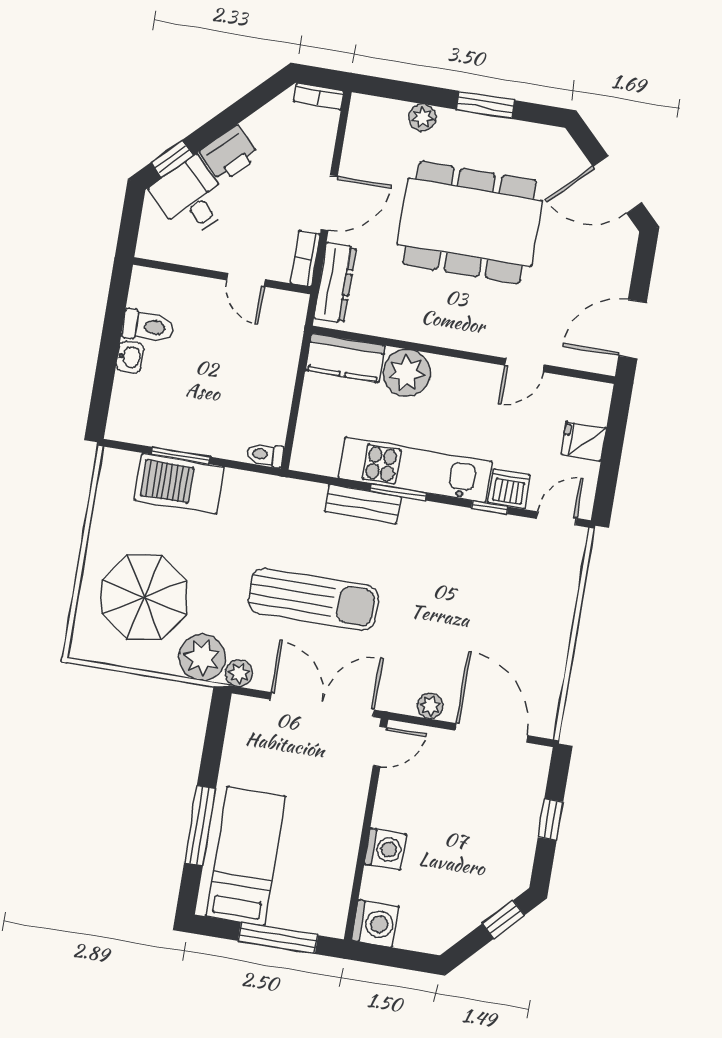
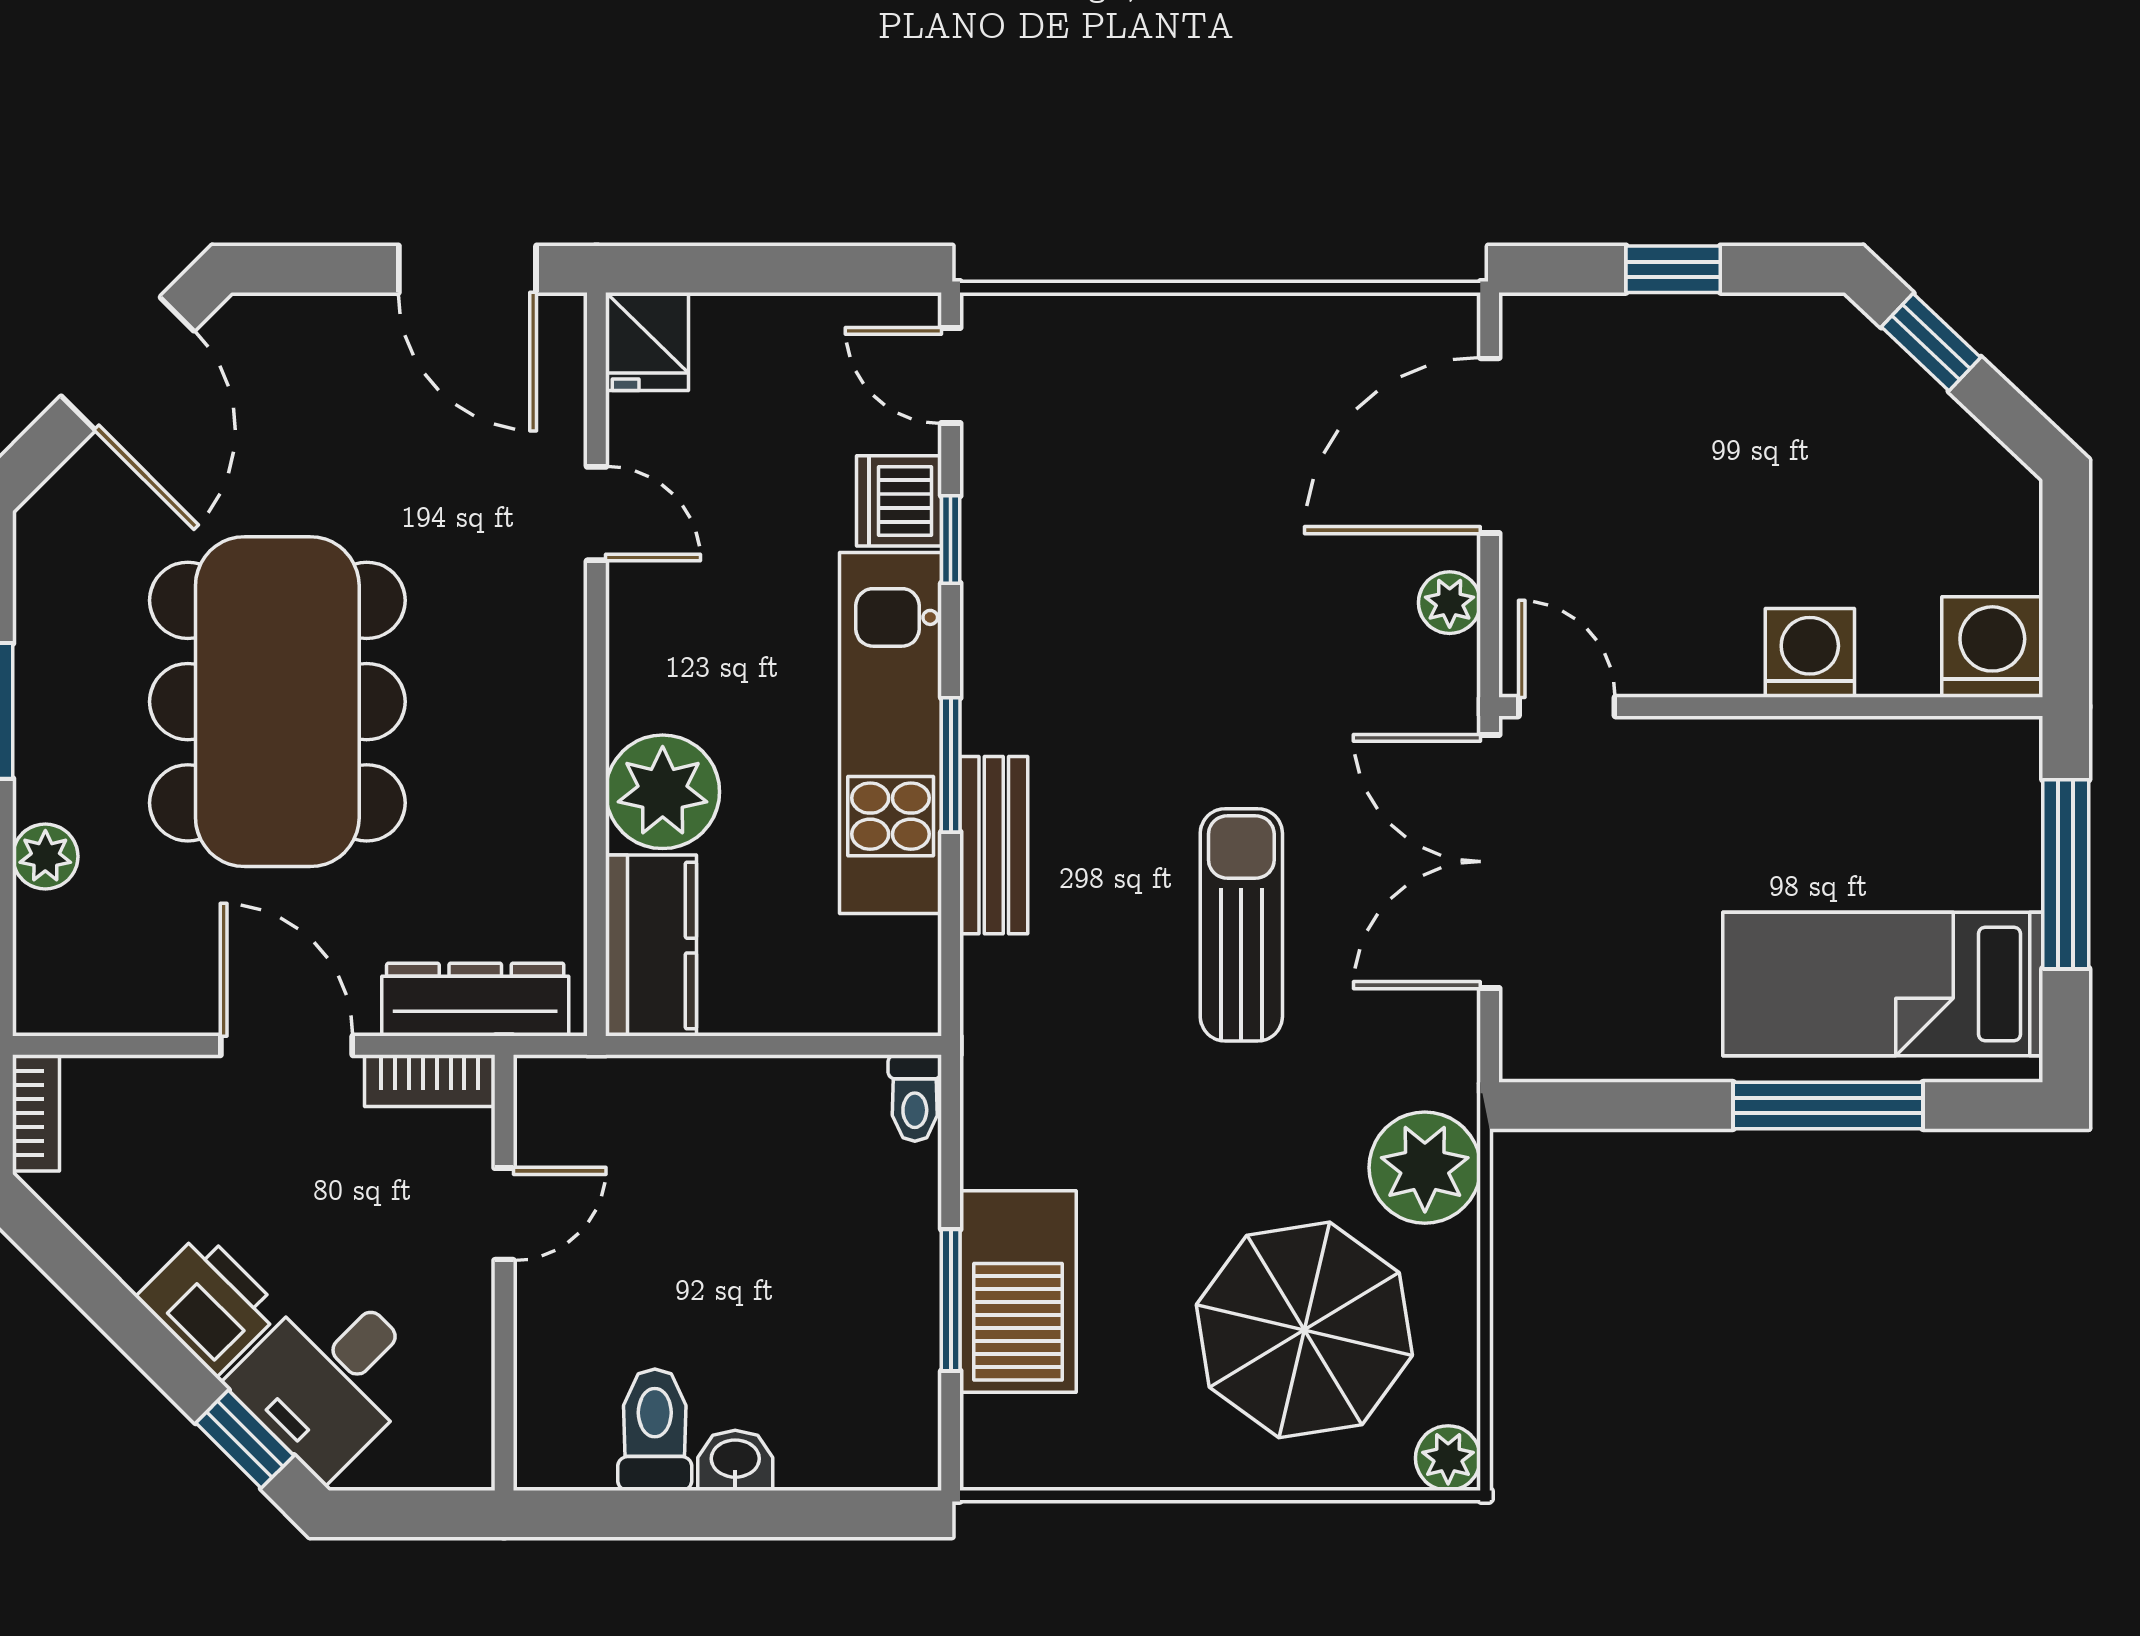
fridge: (584, 441) -> (647, 341), moved
sun lounger: (313, 599) -> (1241, 925), width x0.73, depth x0.75
plant: (239, 673) -> (1448, 1458), moved

